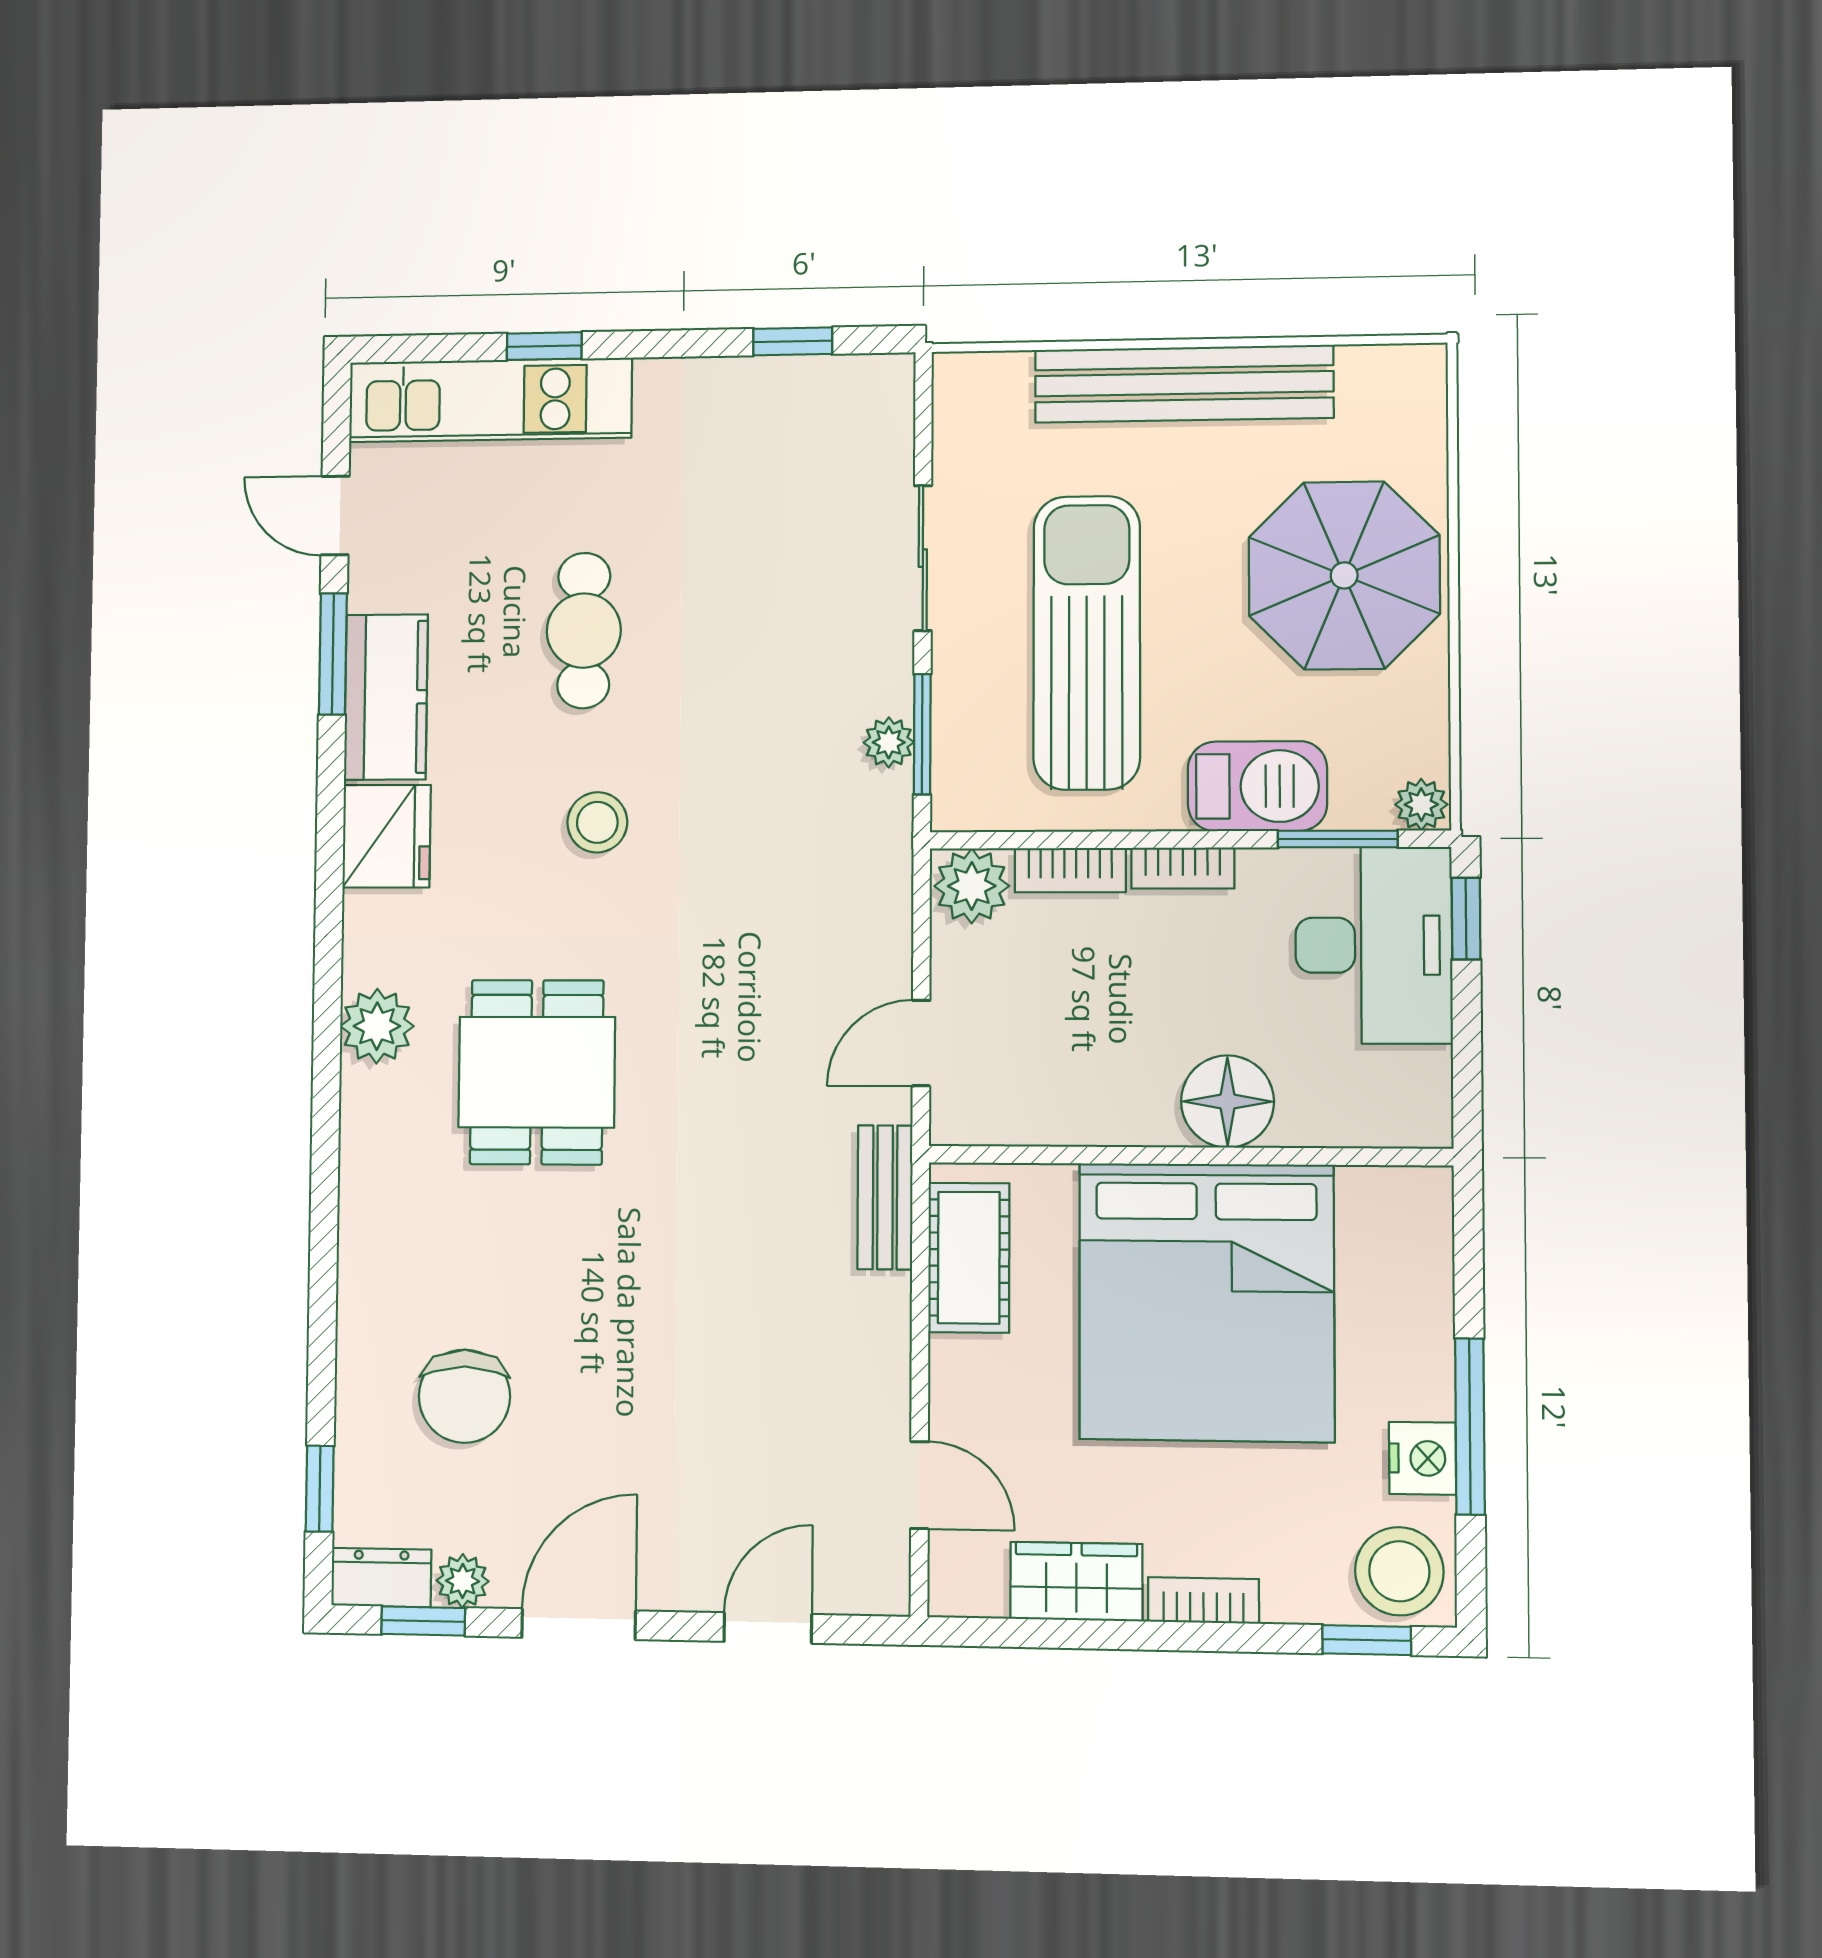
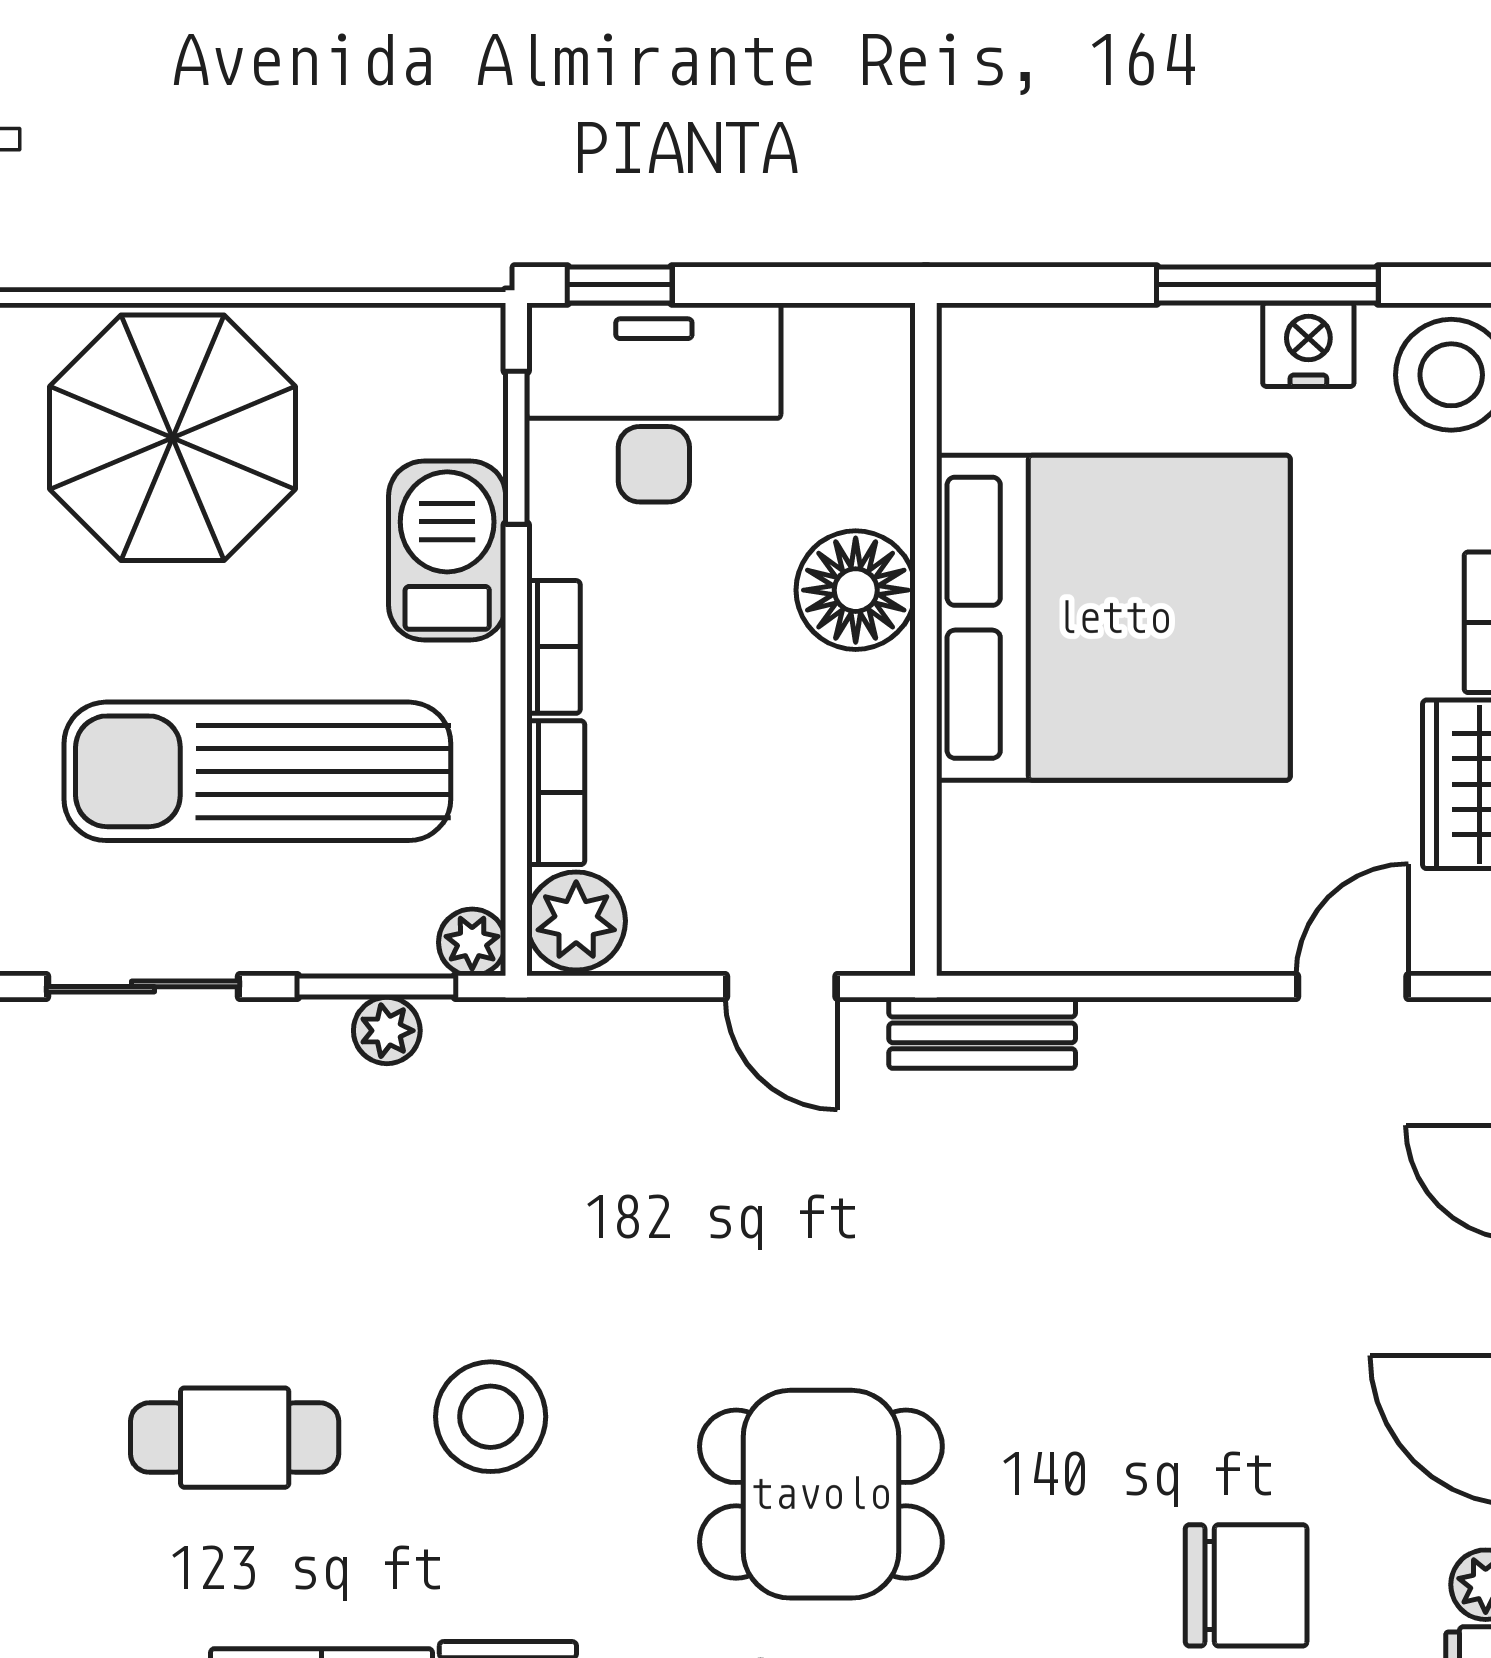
plant: (1421, 805) -> (472, 942), moved
stool: (597, 822) -> (491, 1417), width x1.38, depth x1.38
cot: (969, 1258) -> (1059, 923), removed

